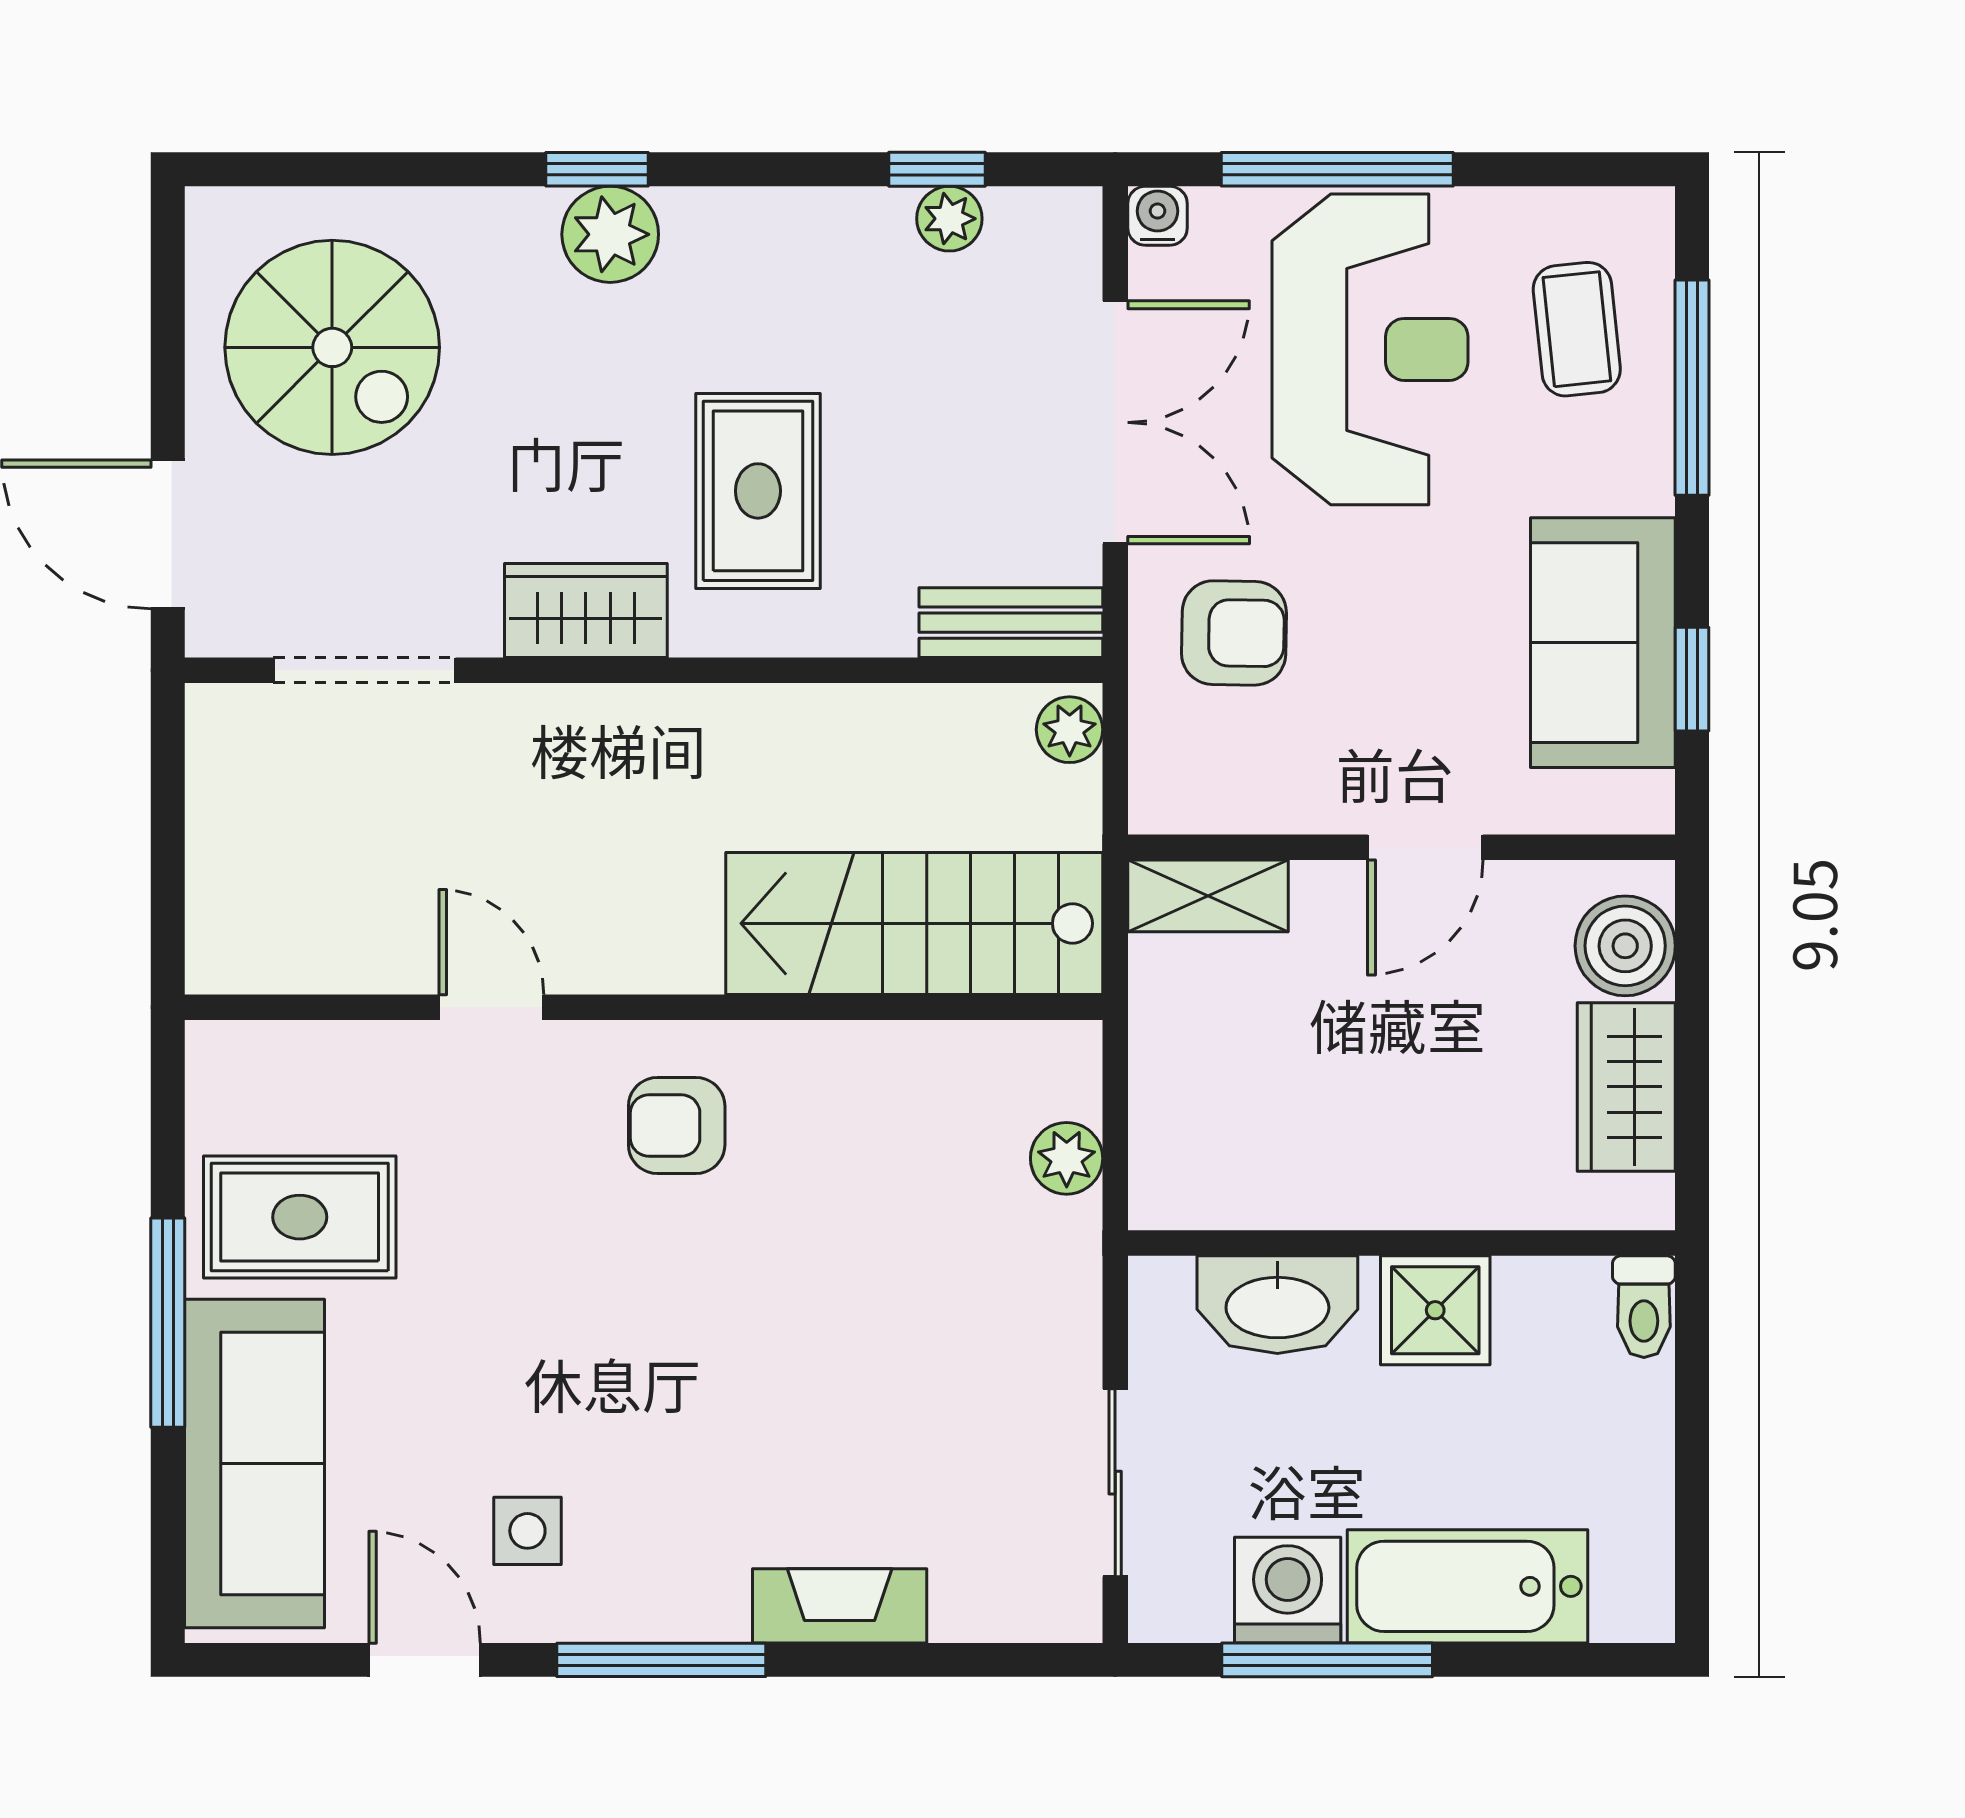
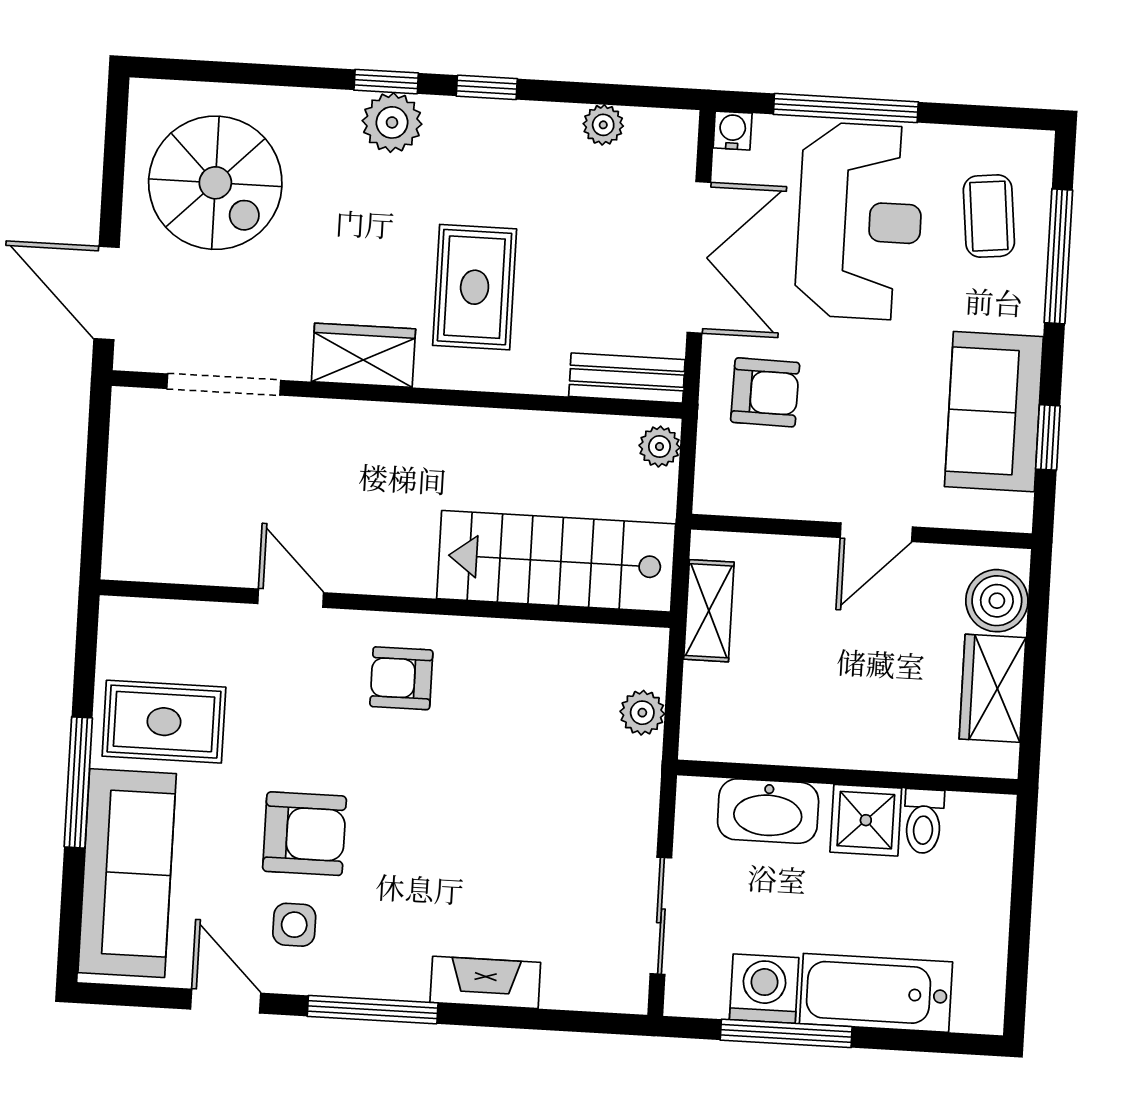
window: (937, 169) -> (487, 87), moved
shelving: (1208, 896) -> (709, 611), moved, turned 90
toilet: (1644, 1307) -> (924, 821), moved
armchair: (536, 1384) -> (304, 834), added

